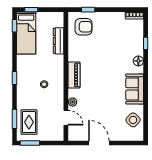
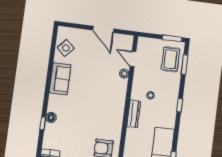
dresser: (58, 41) -> (134, 114), moved
floor lamp: (138, 61) -> (51, 118), moved
piano: (74, 75) -> (119, 101), removed

